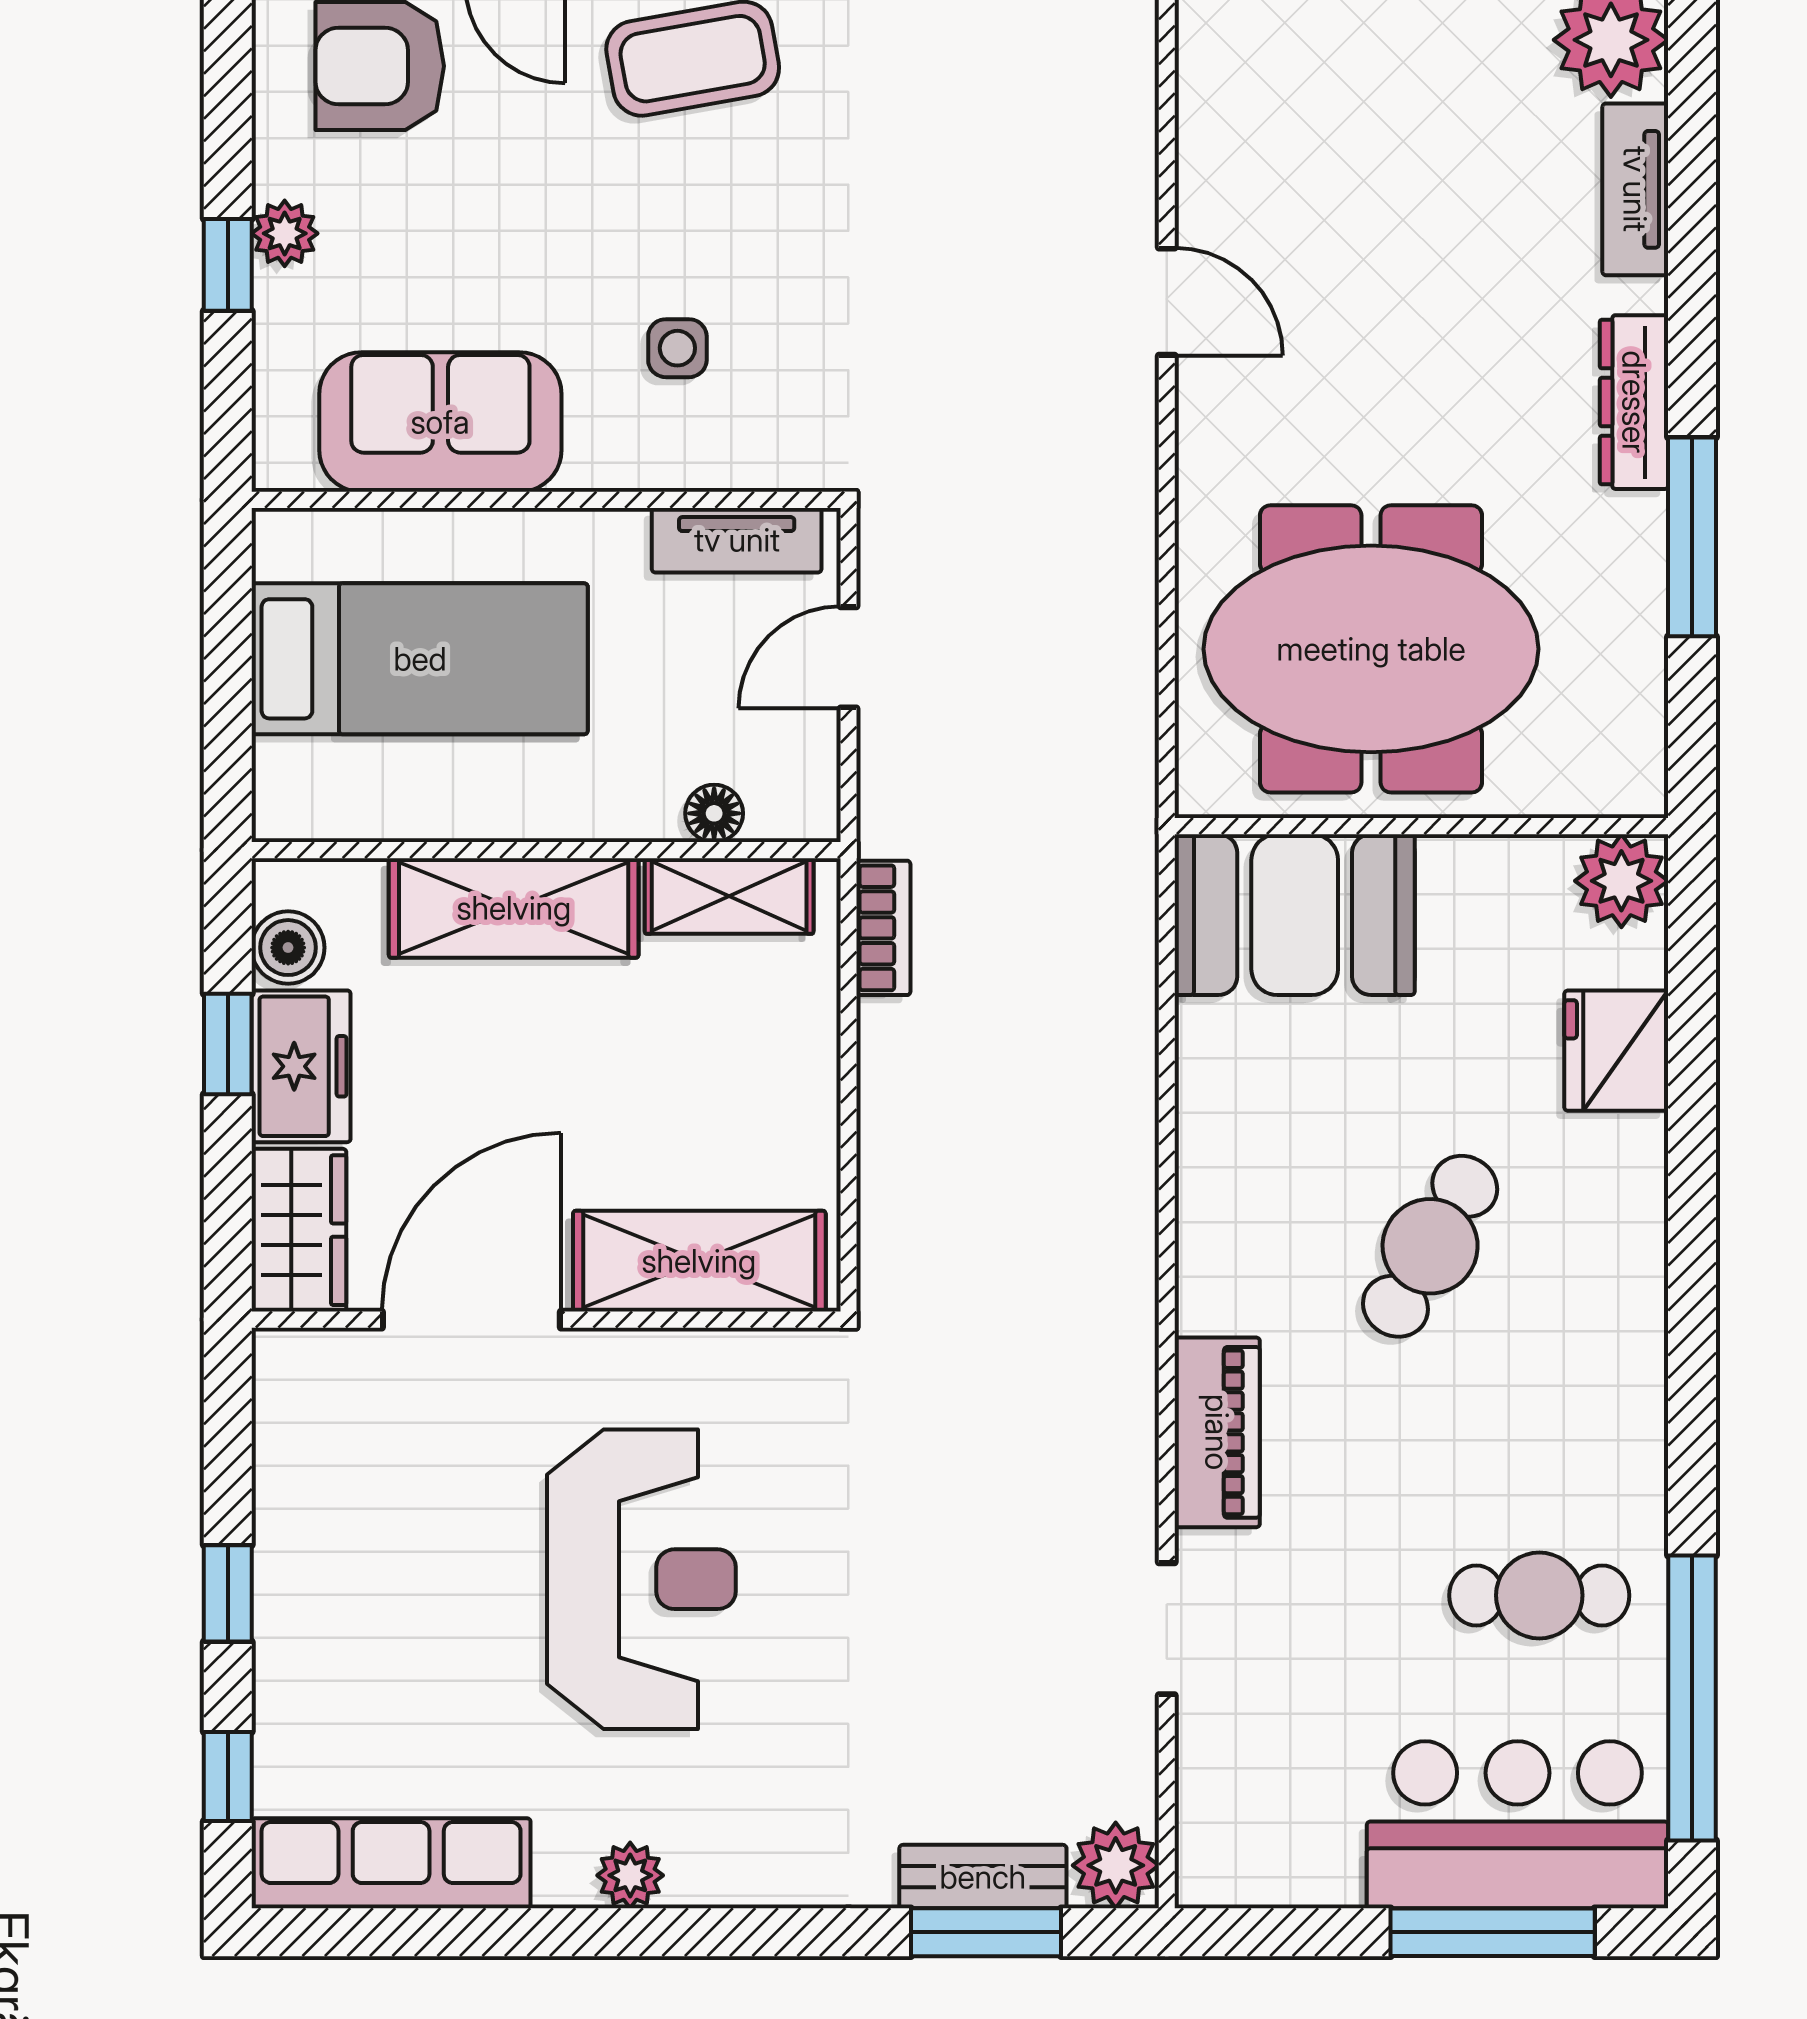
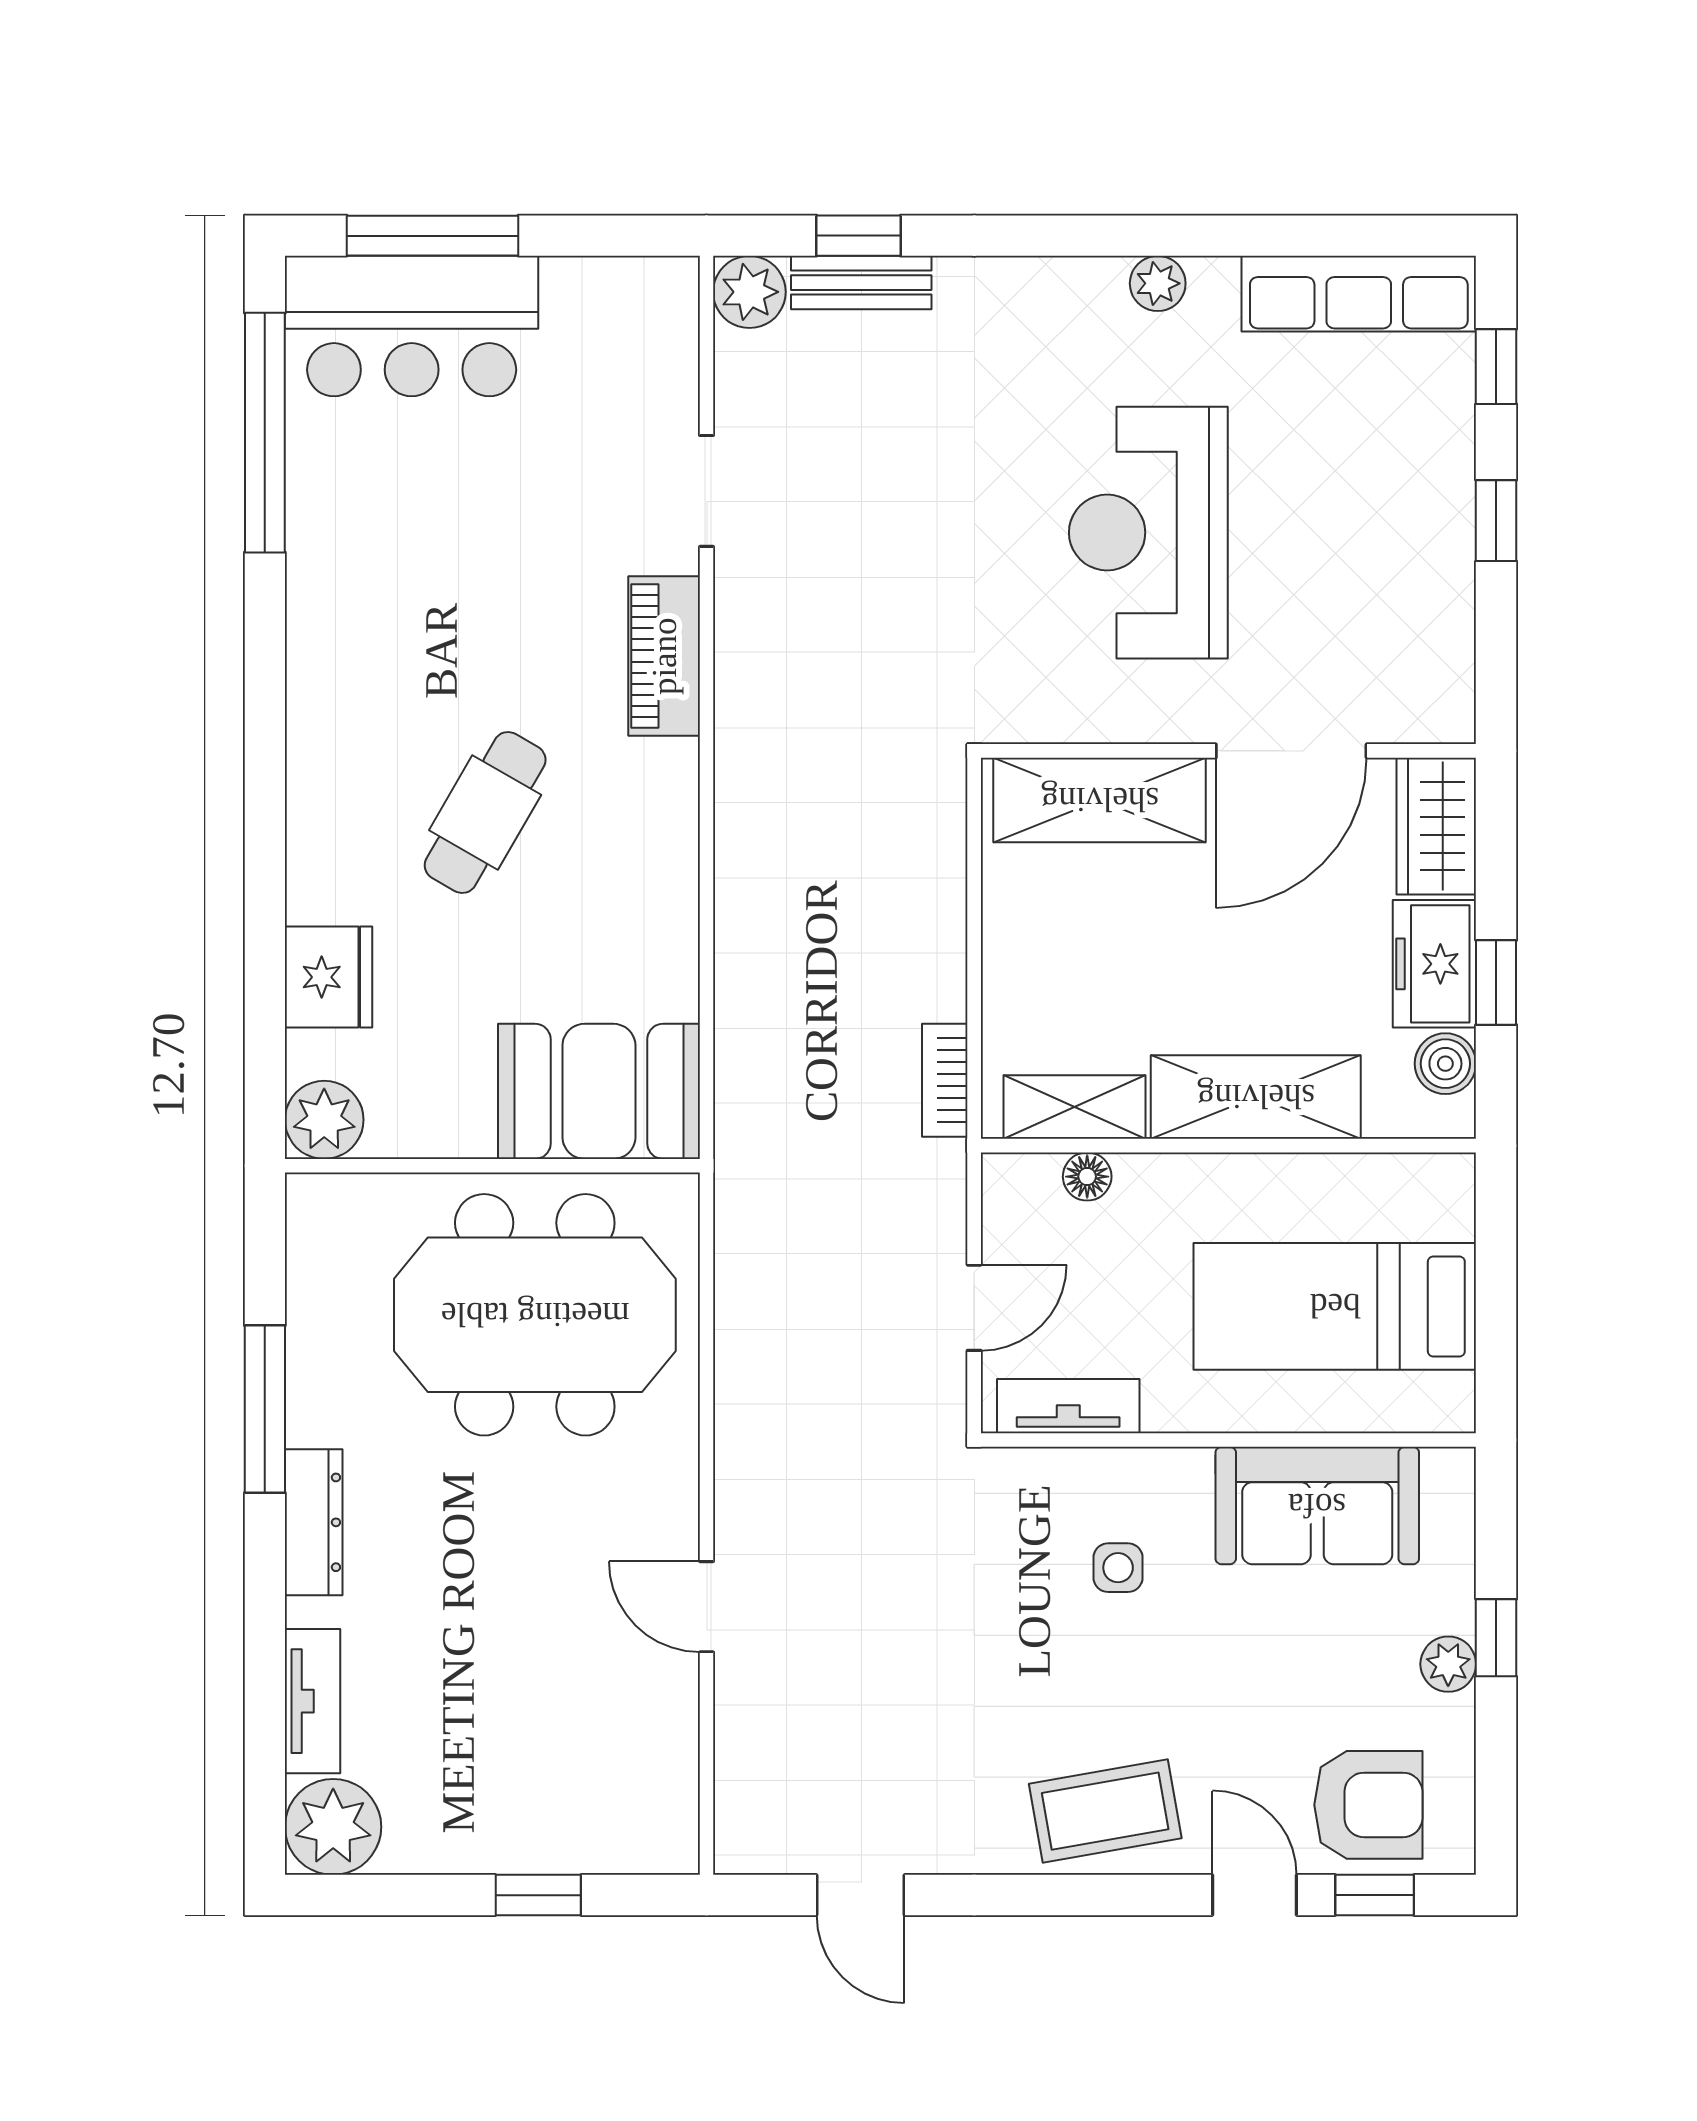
cafe table: (1539, 1595) -> (393, 519), removed
window: (986, 1932) -> (859, 236), width x0.67

